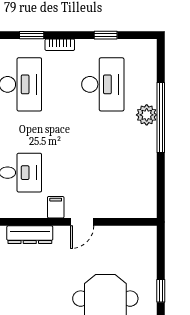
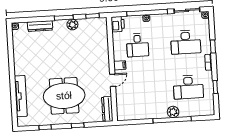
door: (82, 222) -> (113, 80), swing flipped
dresser: (30, 235) -> (107, 109), moved

